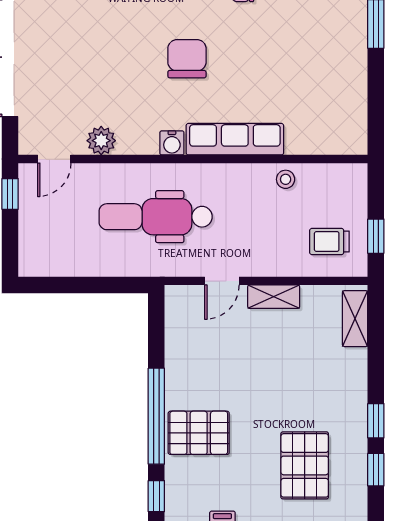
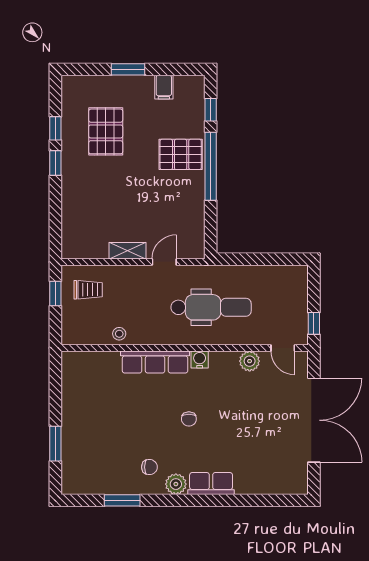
chair: (187, 59) -> (189, 419), width x0.54, depth x0.54
door: (54, 159) -> (283, 348), swing flipped
shelving: (355, 319) -> (70, 235), removed

